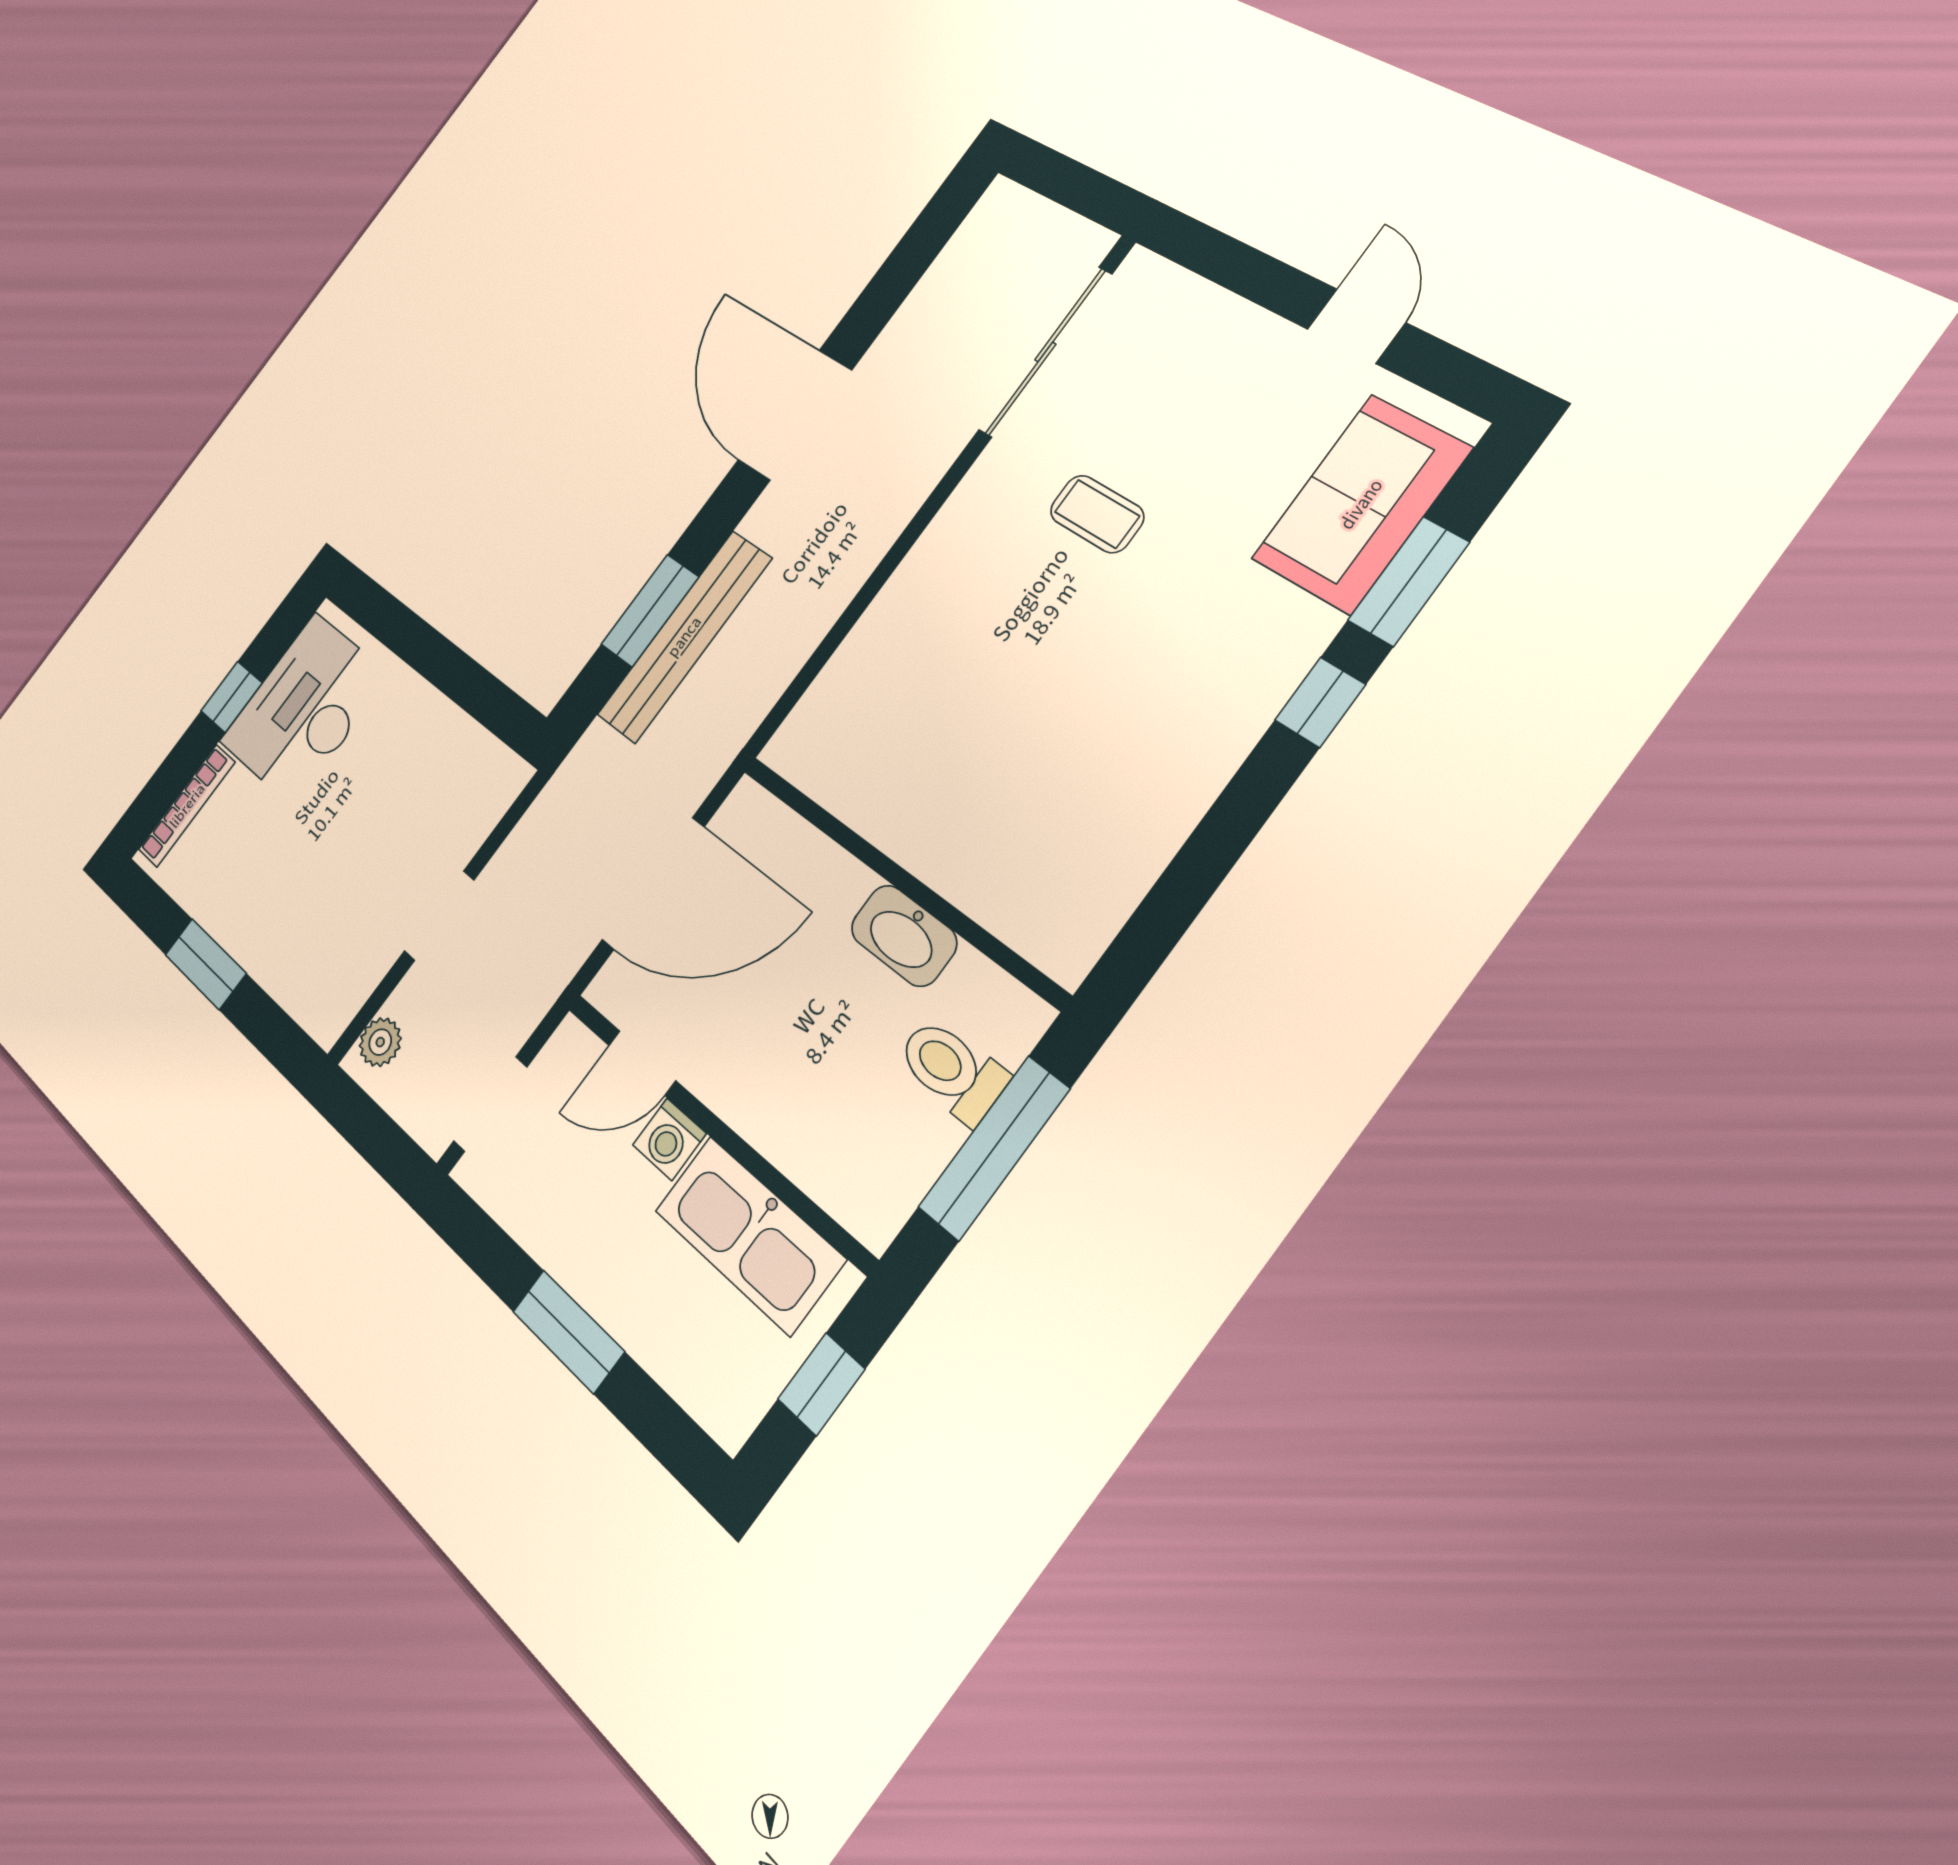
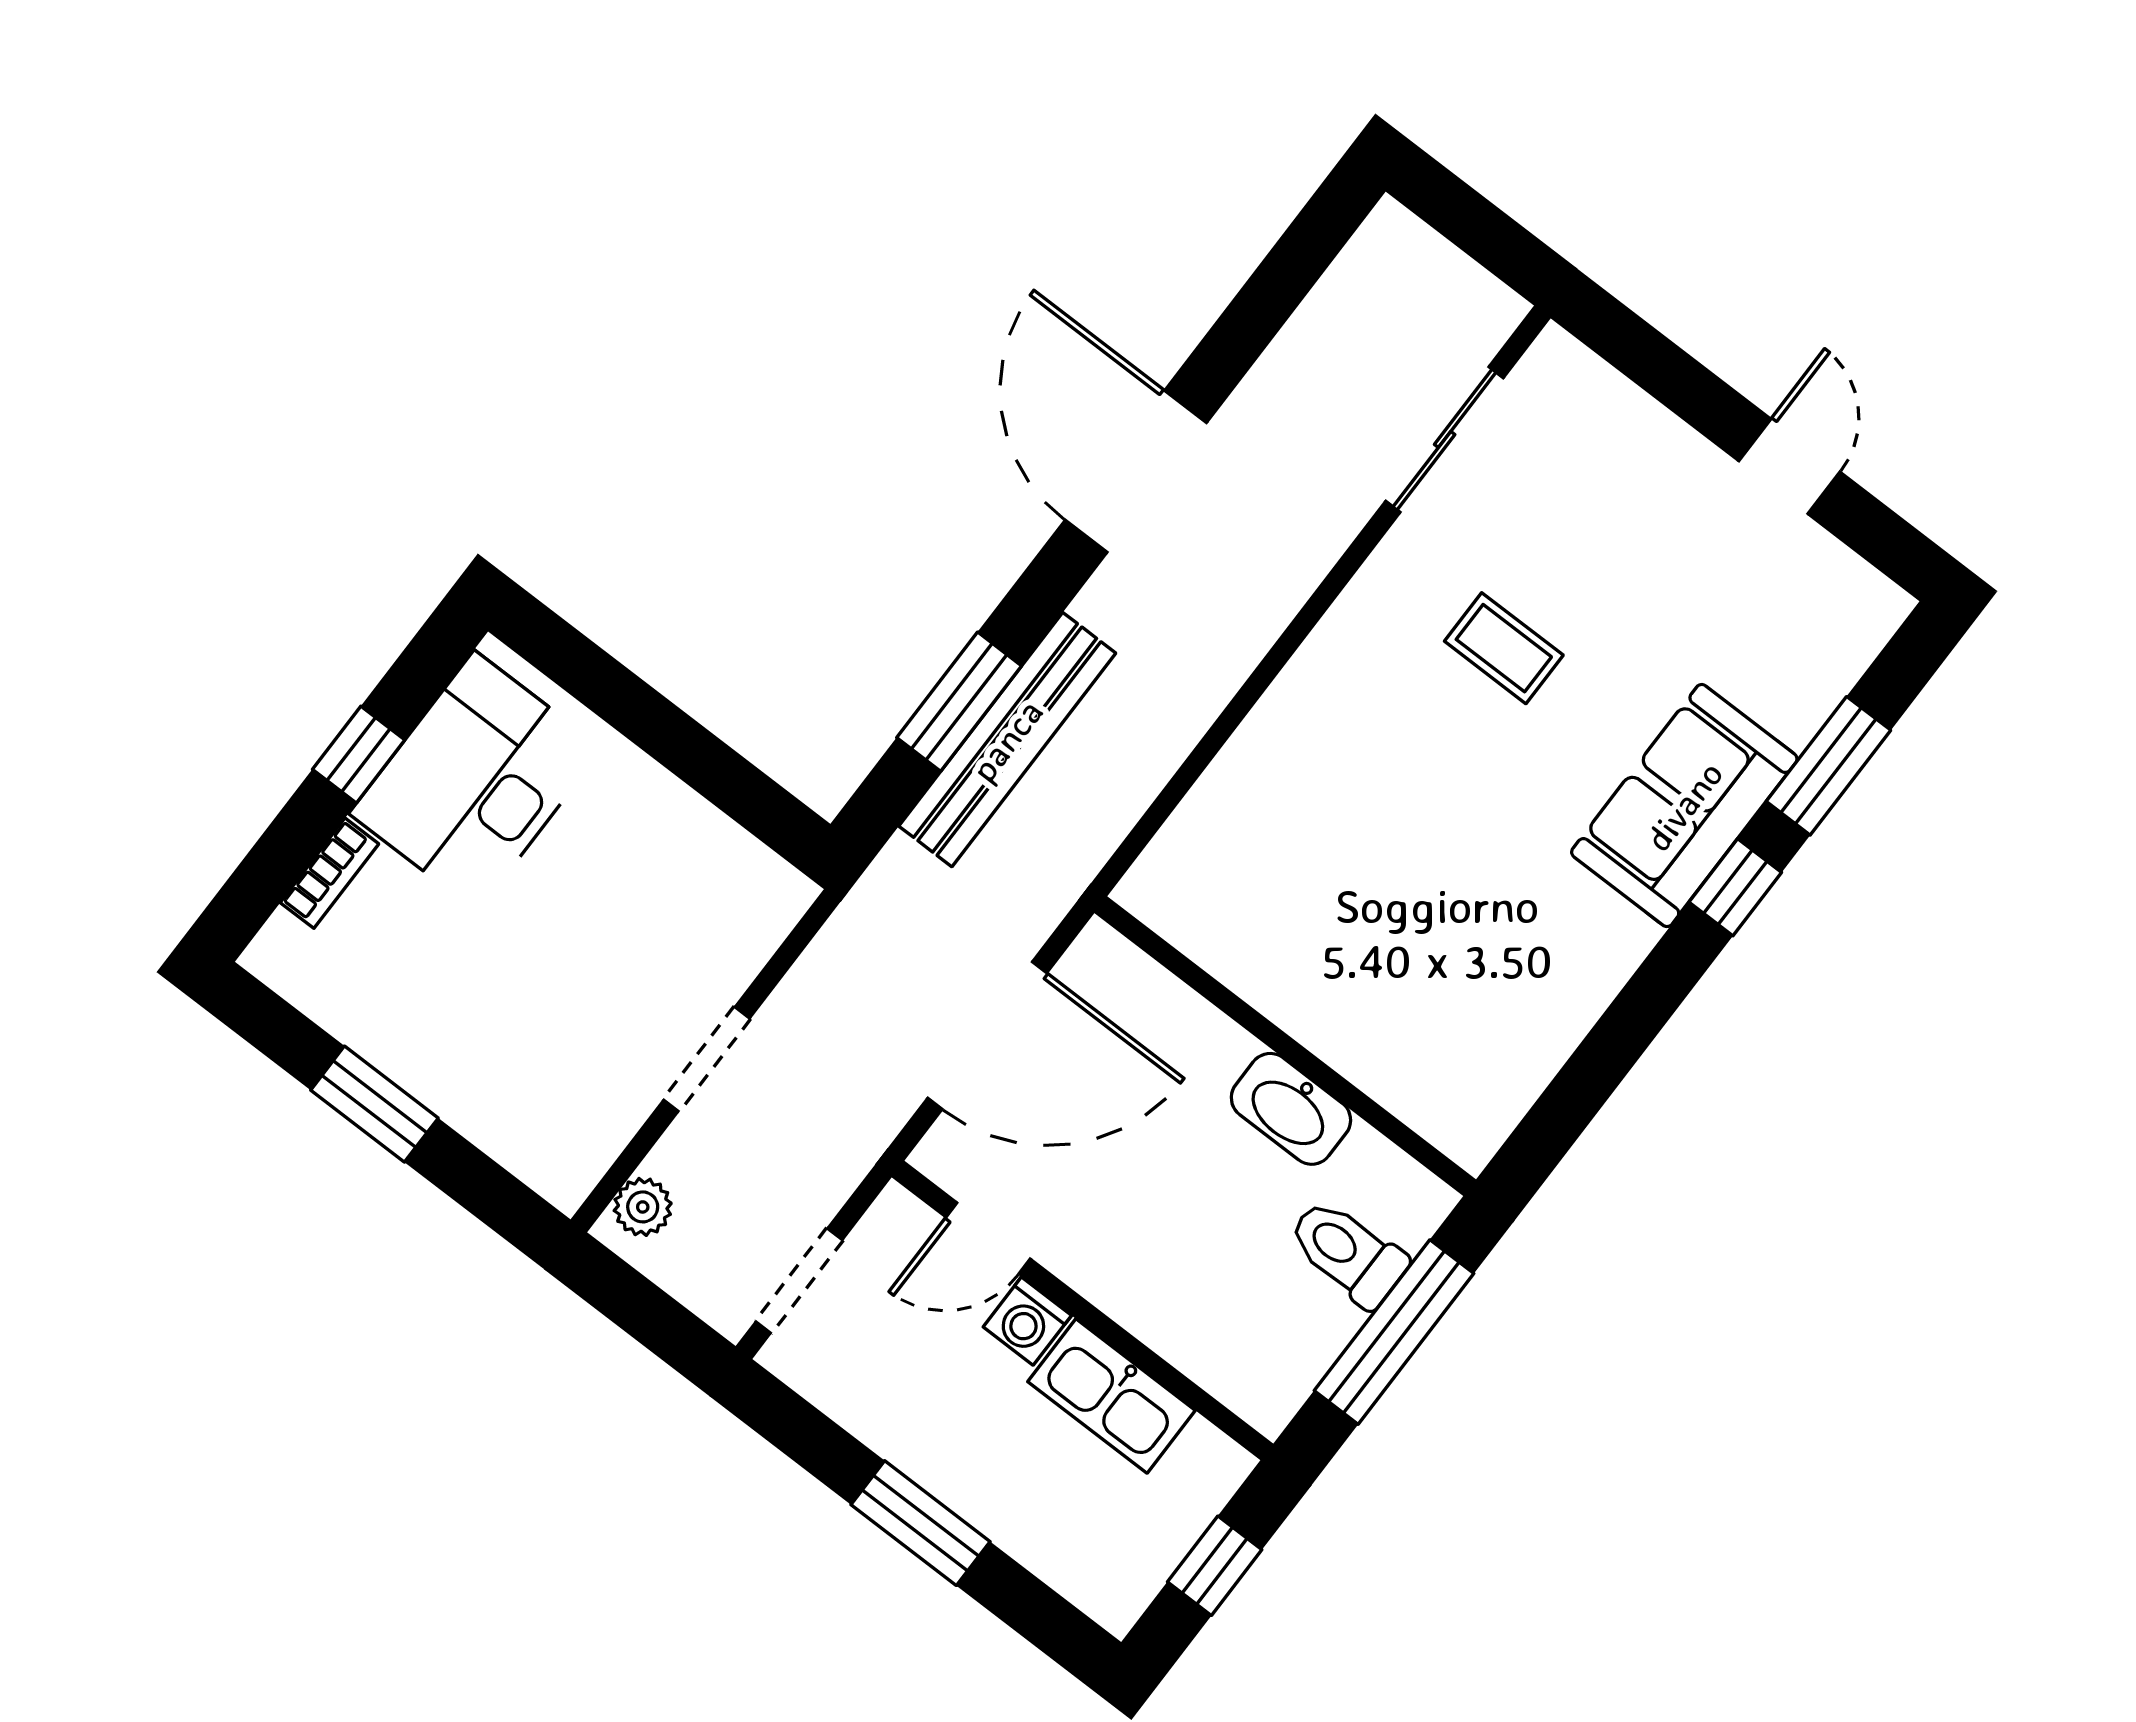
sliding door: (1045, 352) -> (1445, 439), width x0.73
sofa: (1361, 504) -> (1684, 806), moved
bookcase: (187, 806) -> (329, 873), width x0.64
kitchen sink: (749, 1235) -> (1111, 1396), width x0.73, depth x0.81

